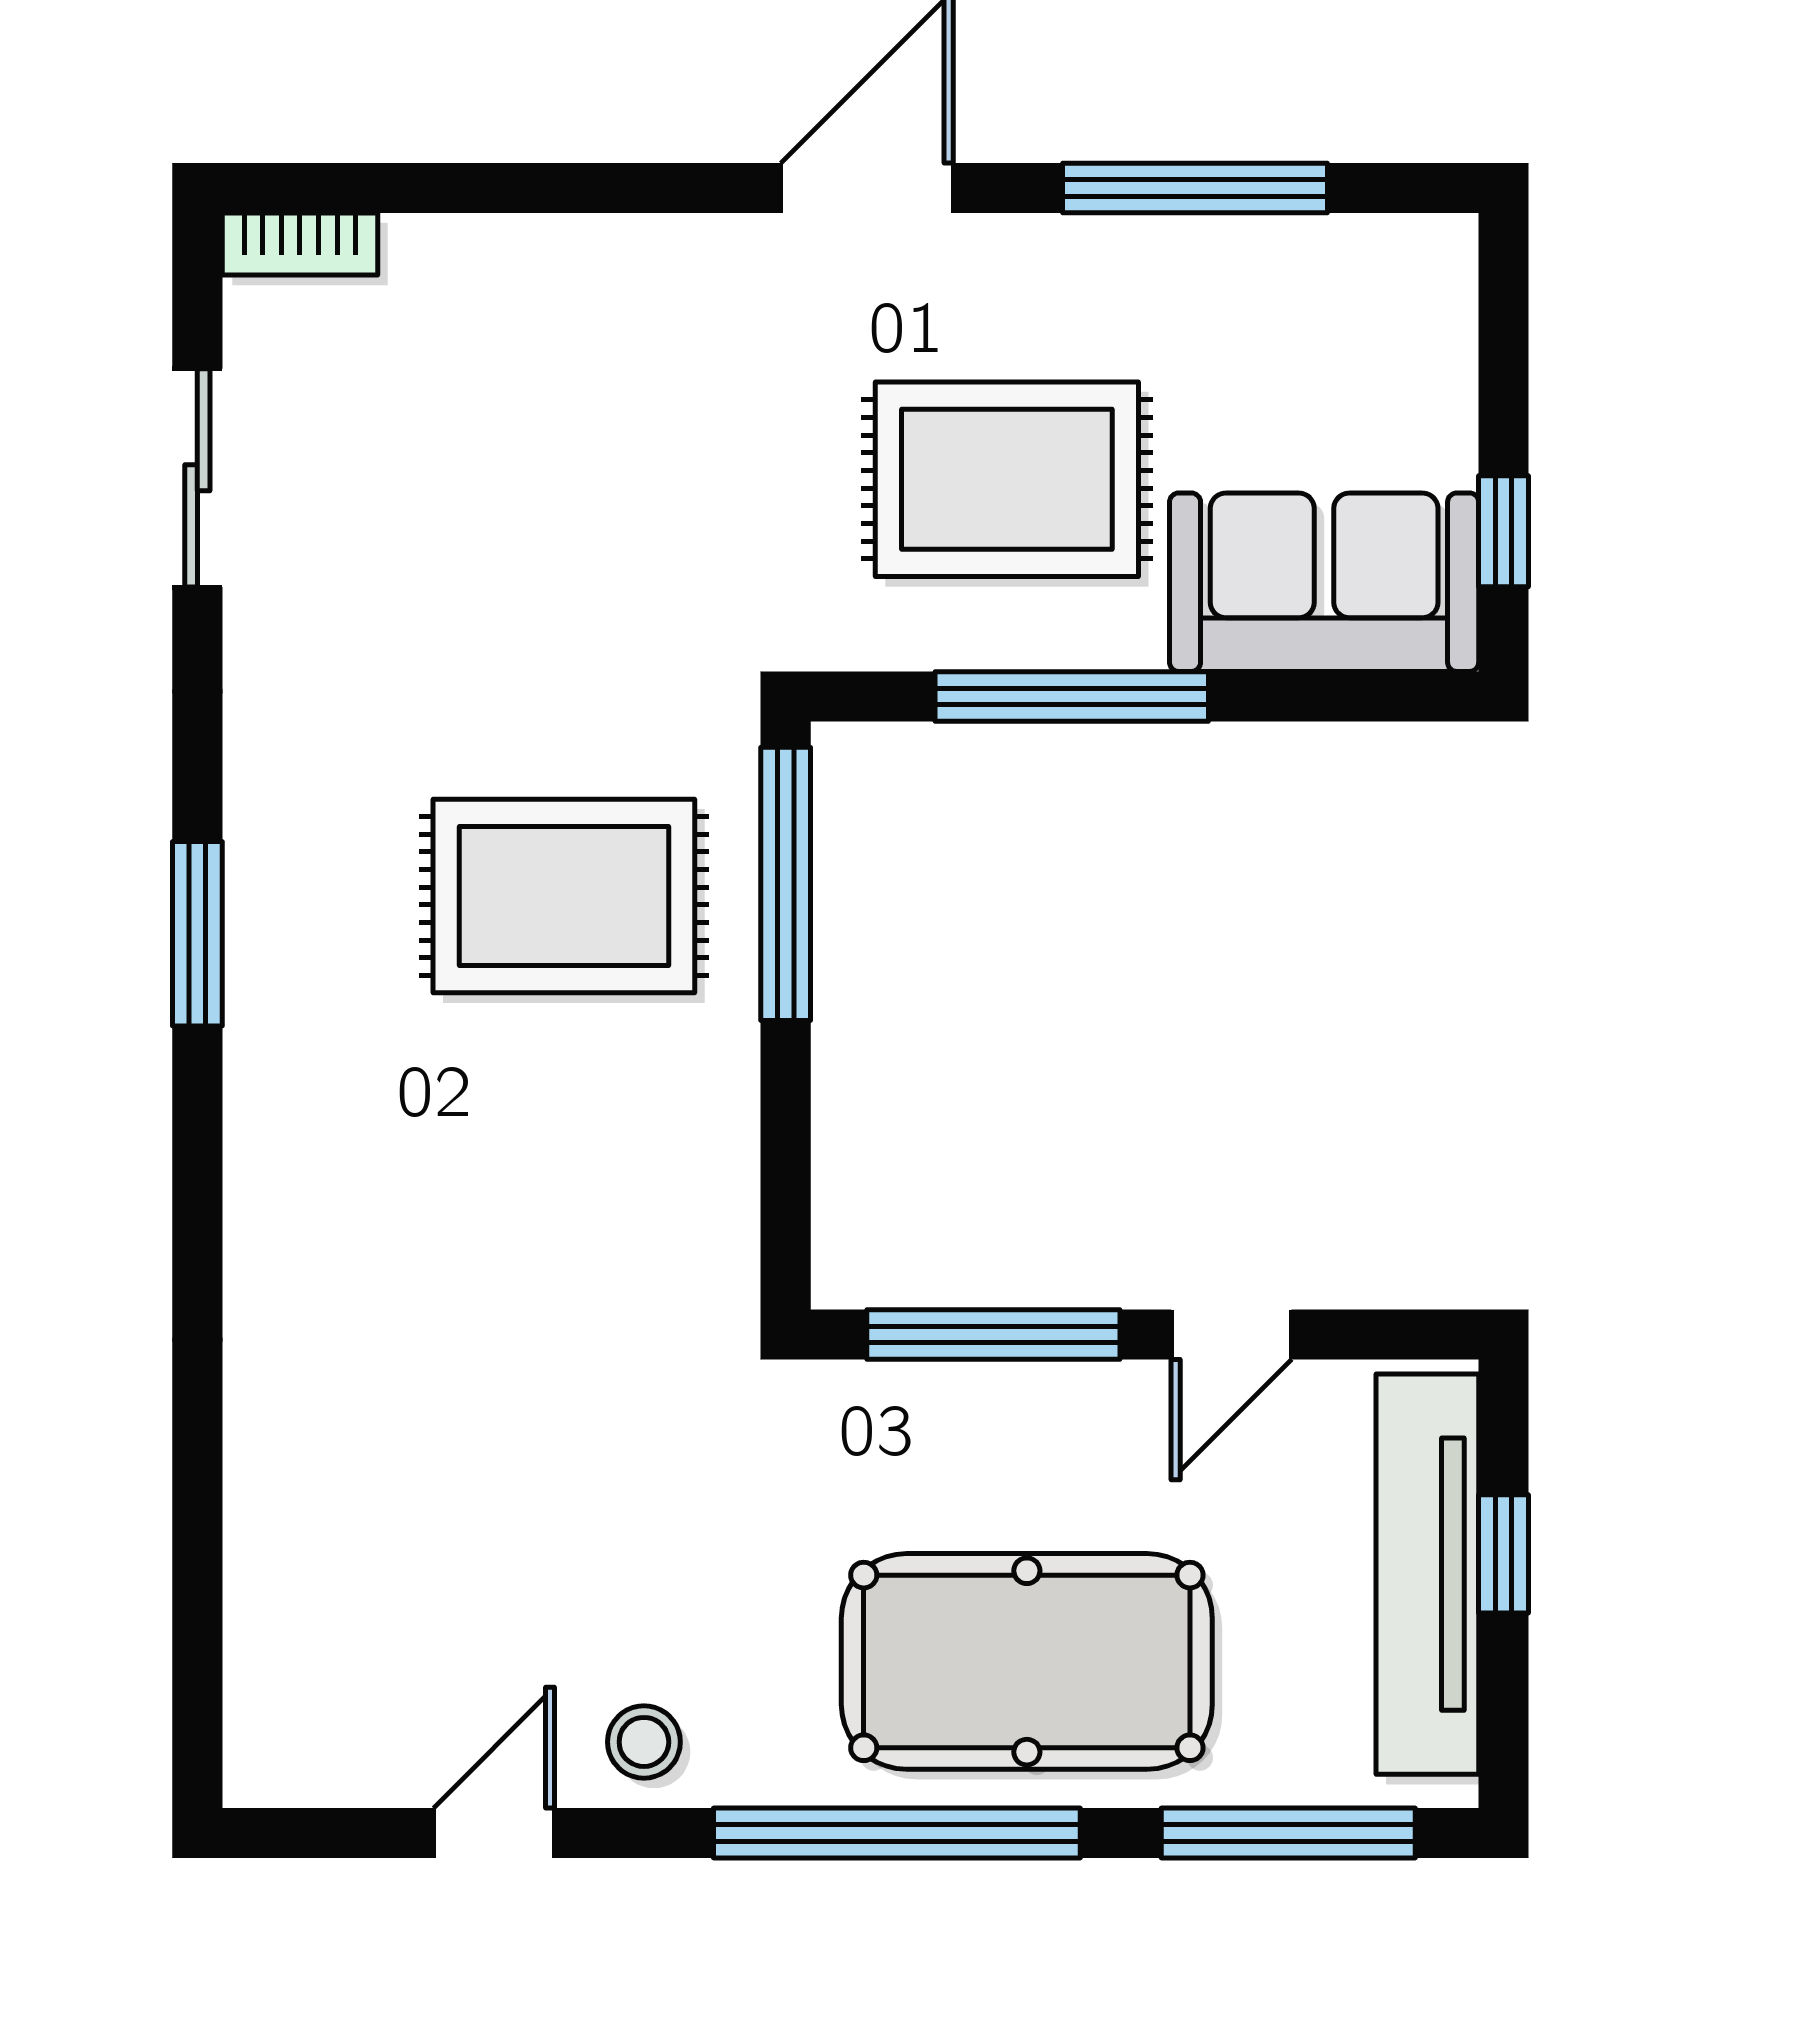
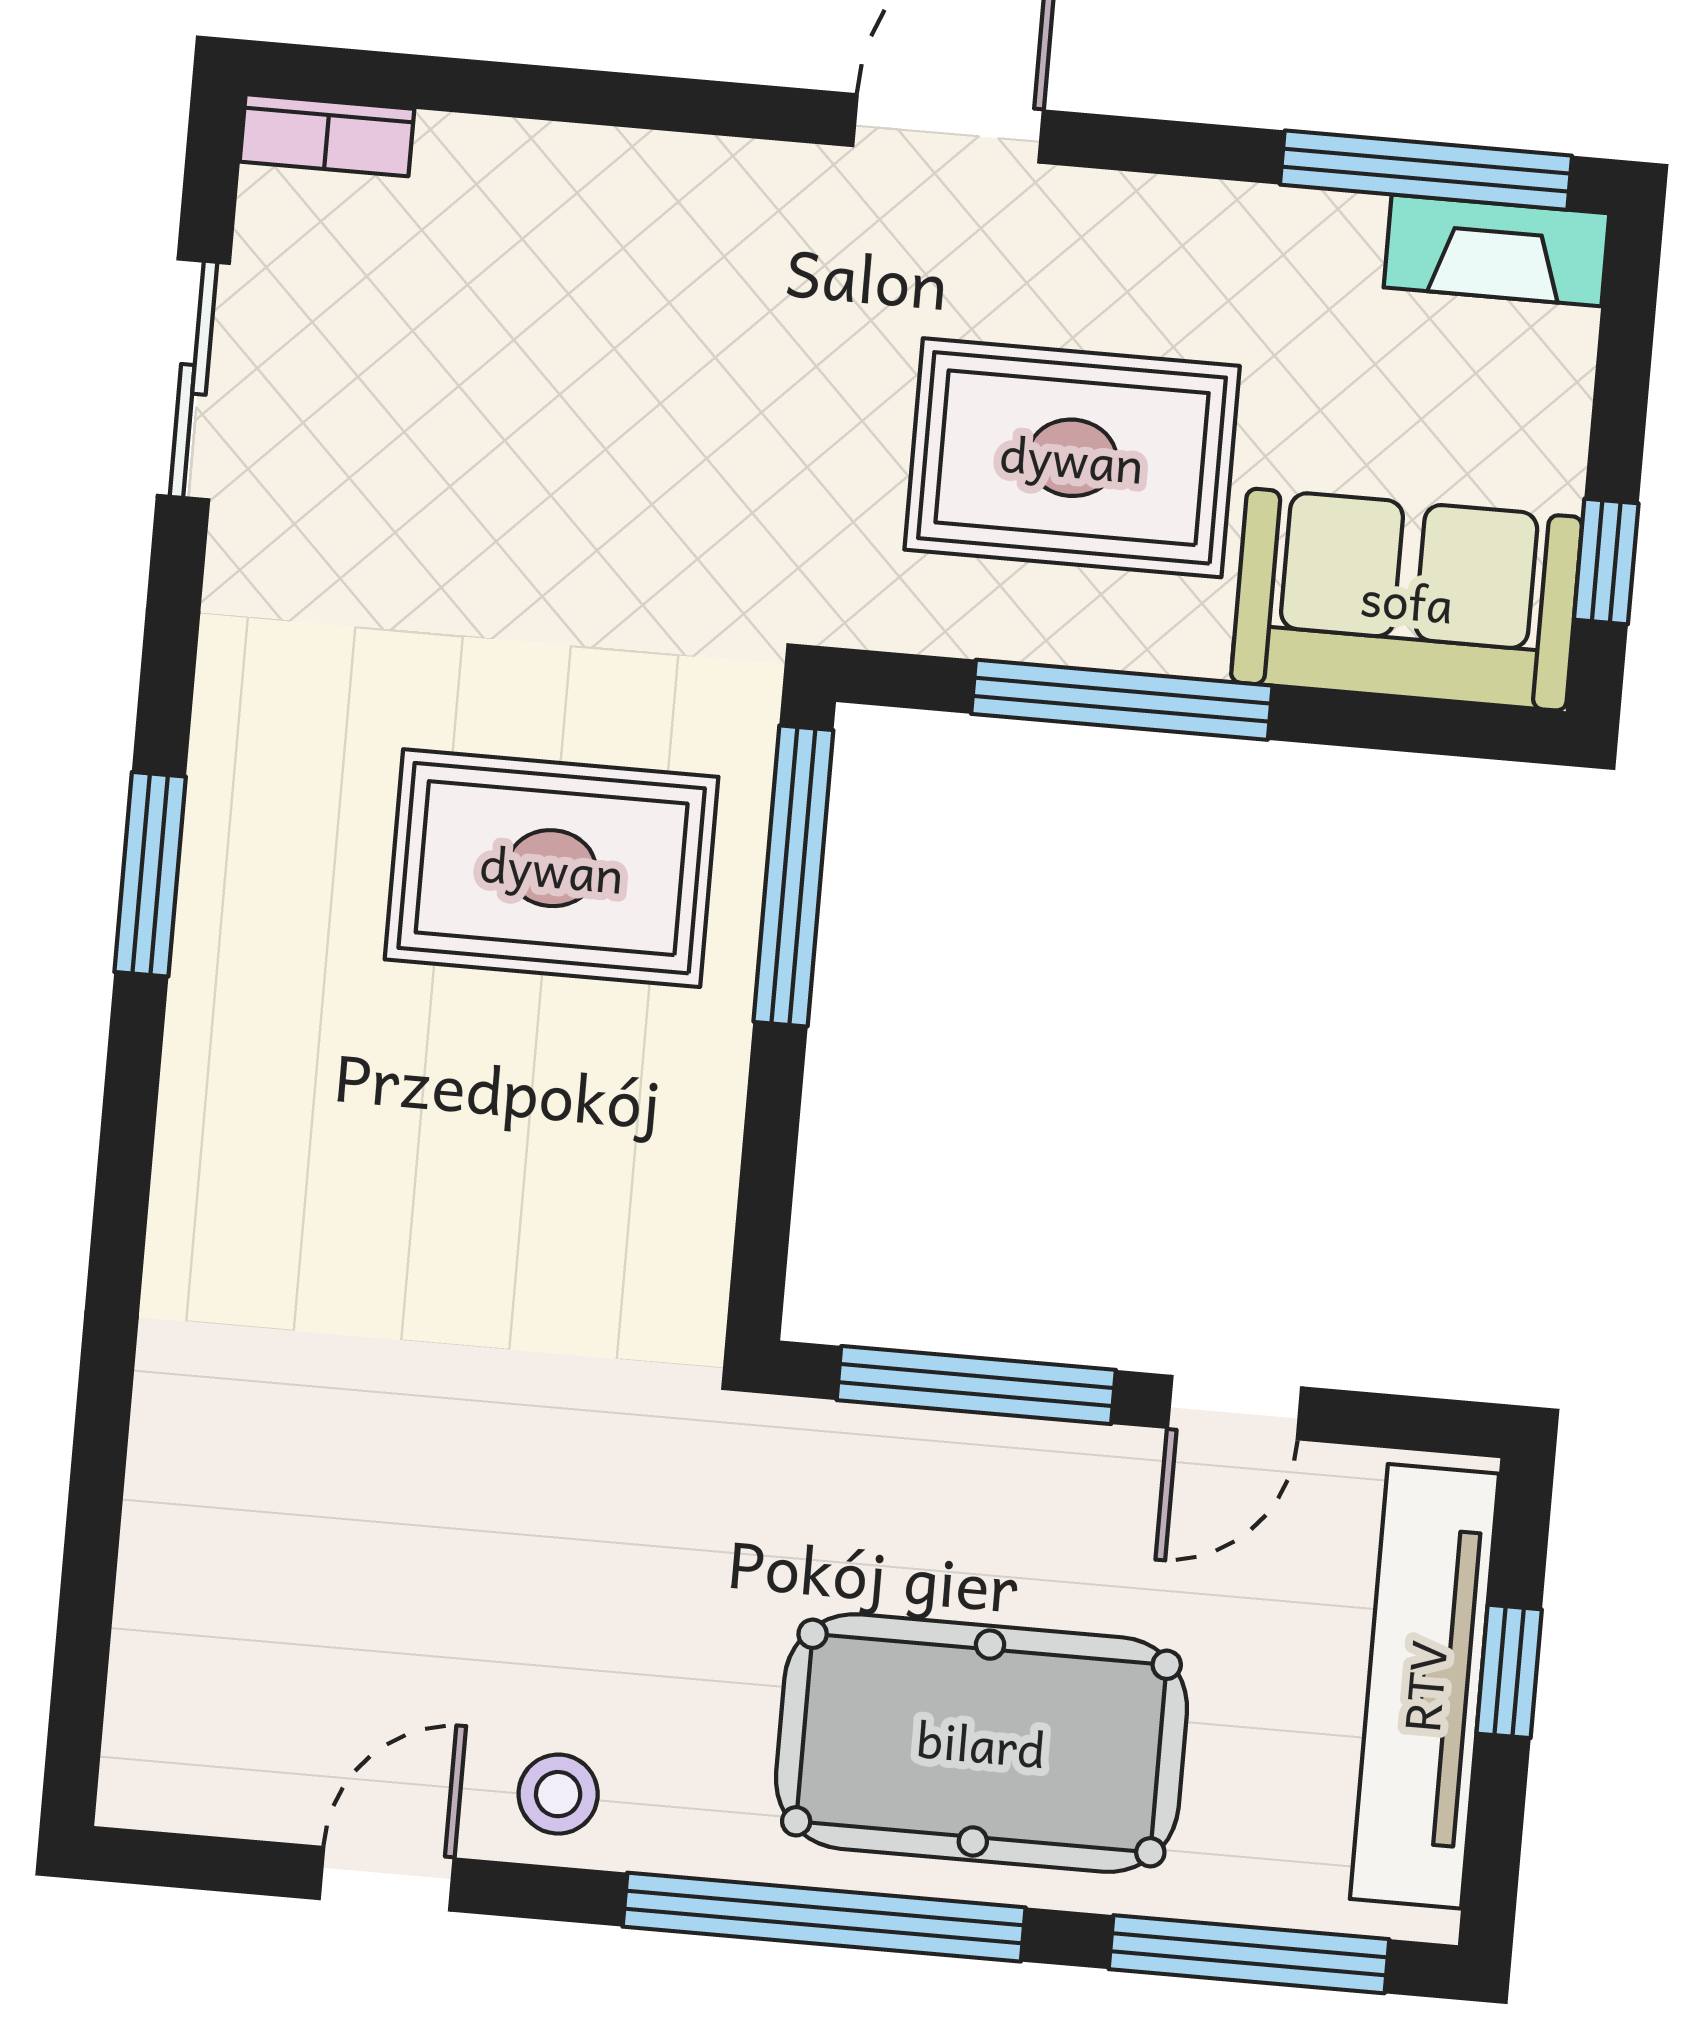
window: (1195, 188) -> (1426, 170), moved
fireplace: (1378, 256) -> (1496, 250), added

